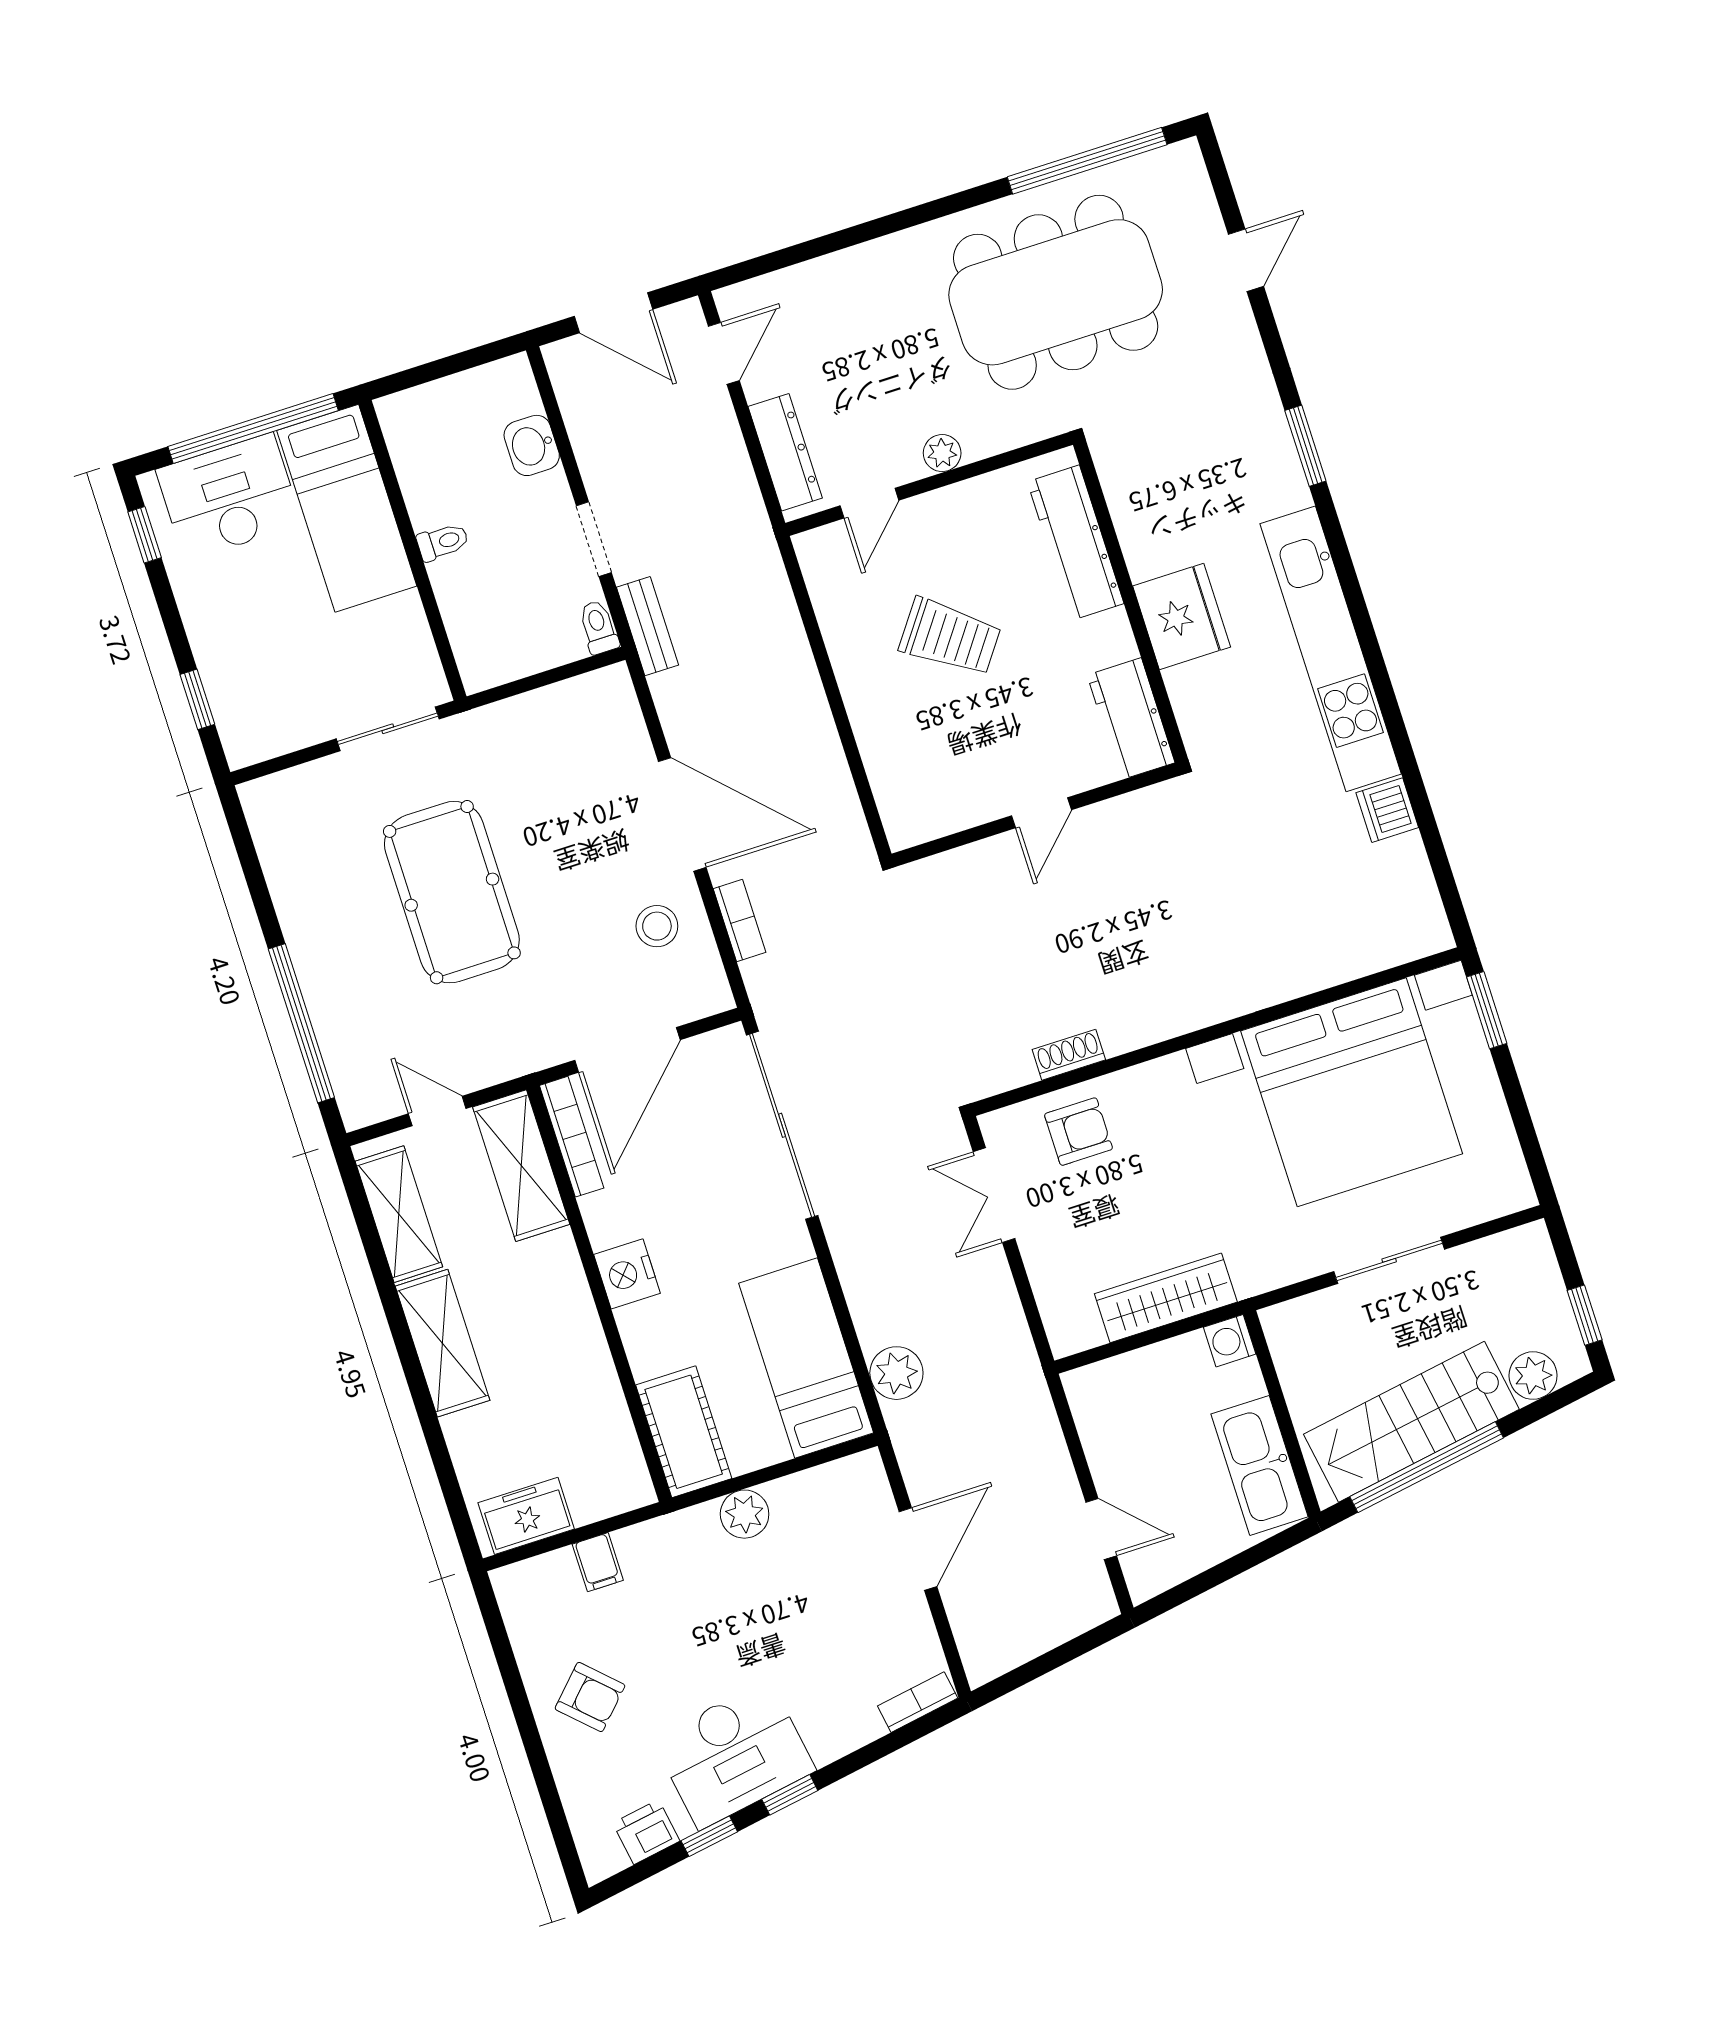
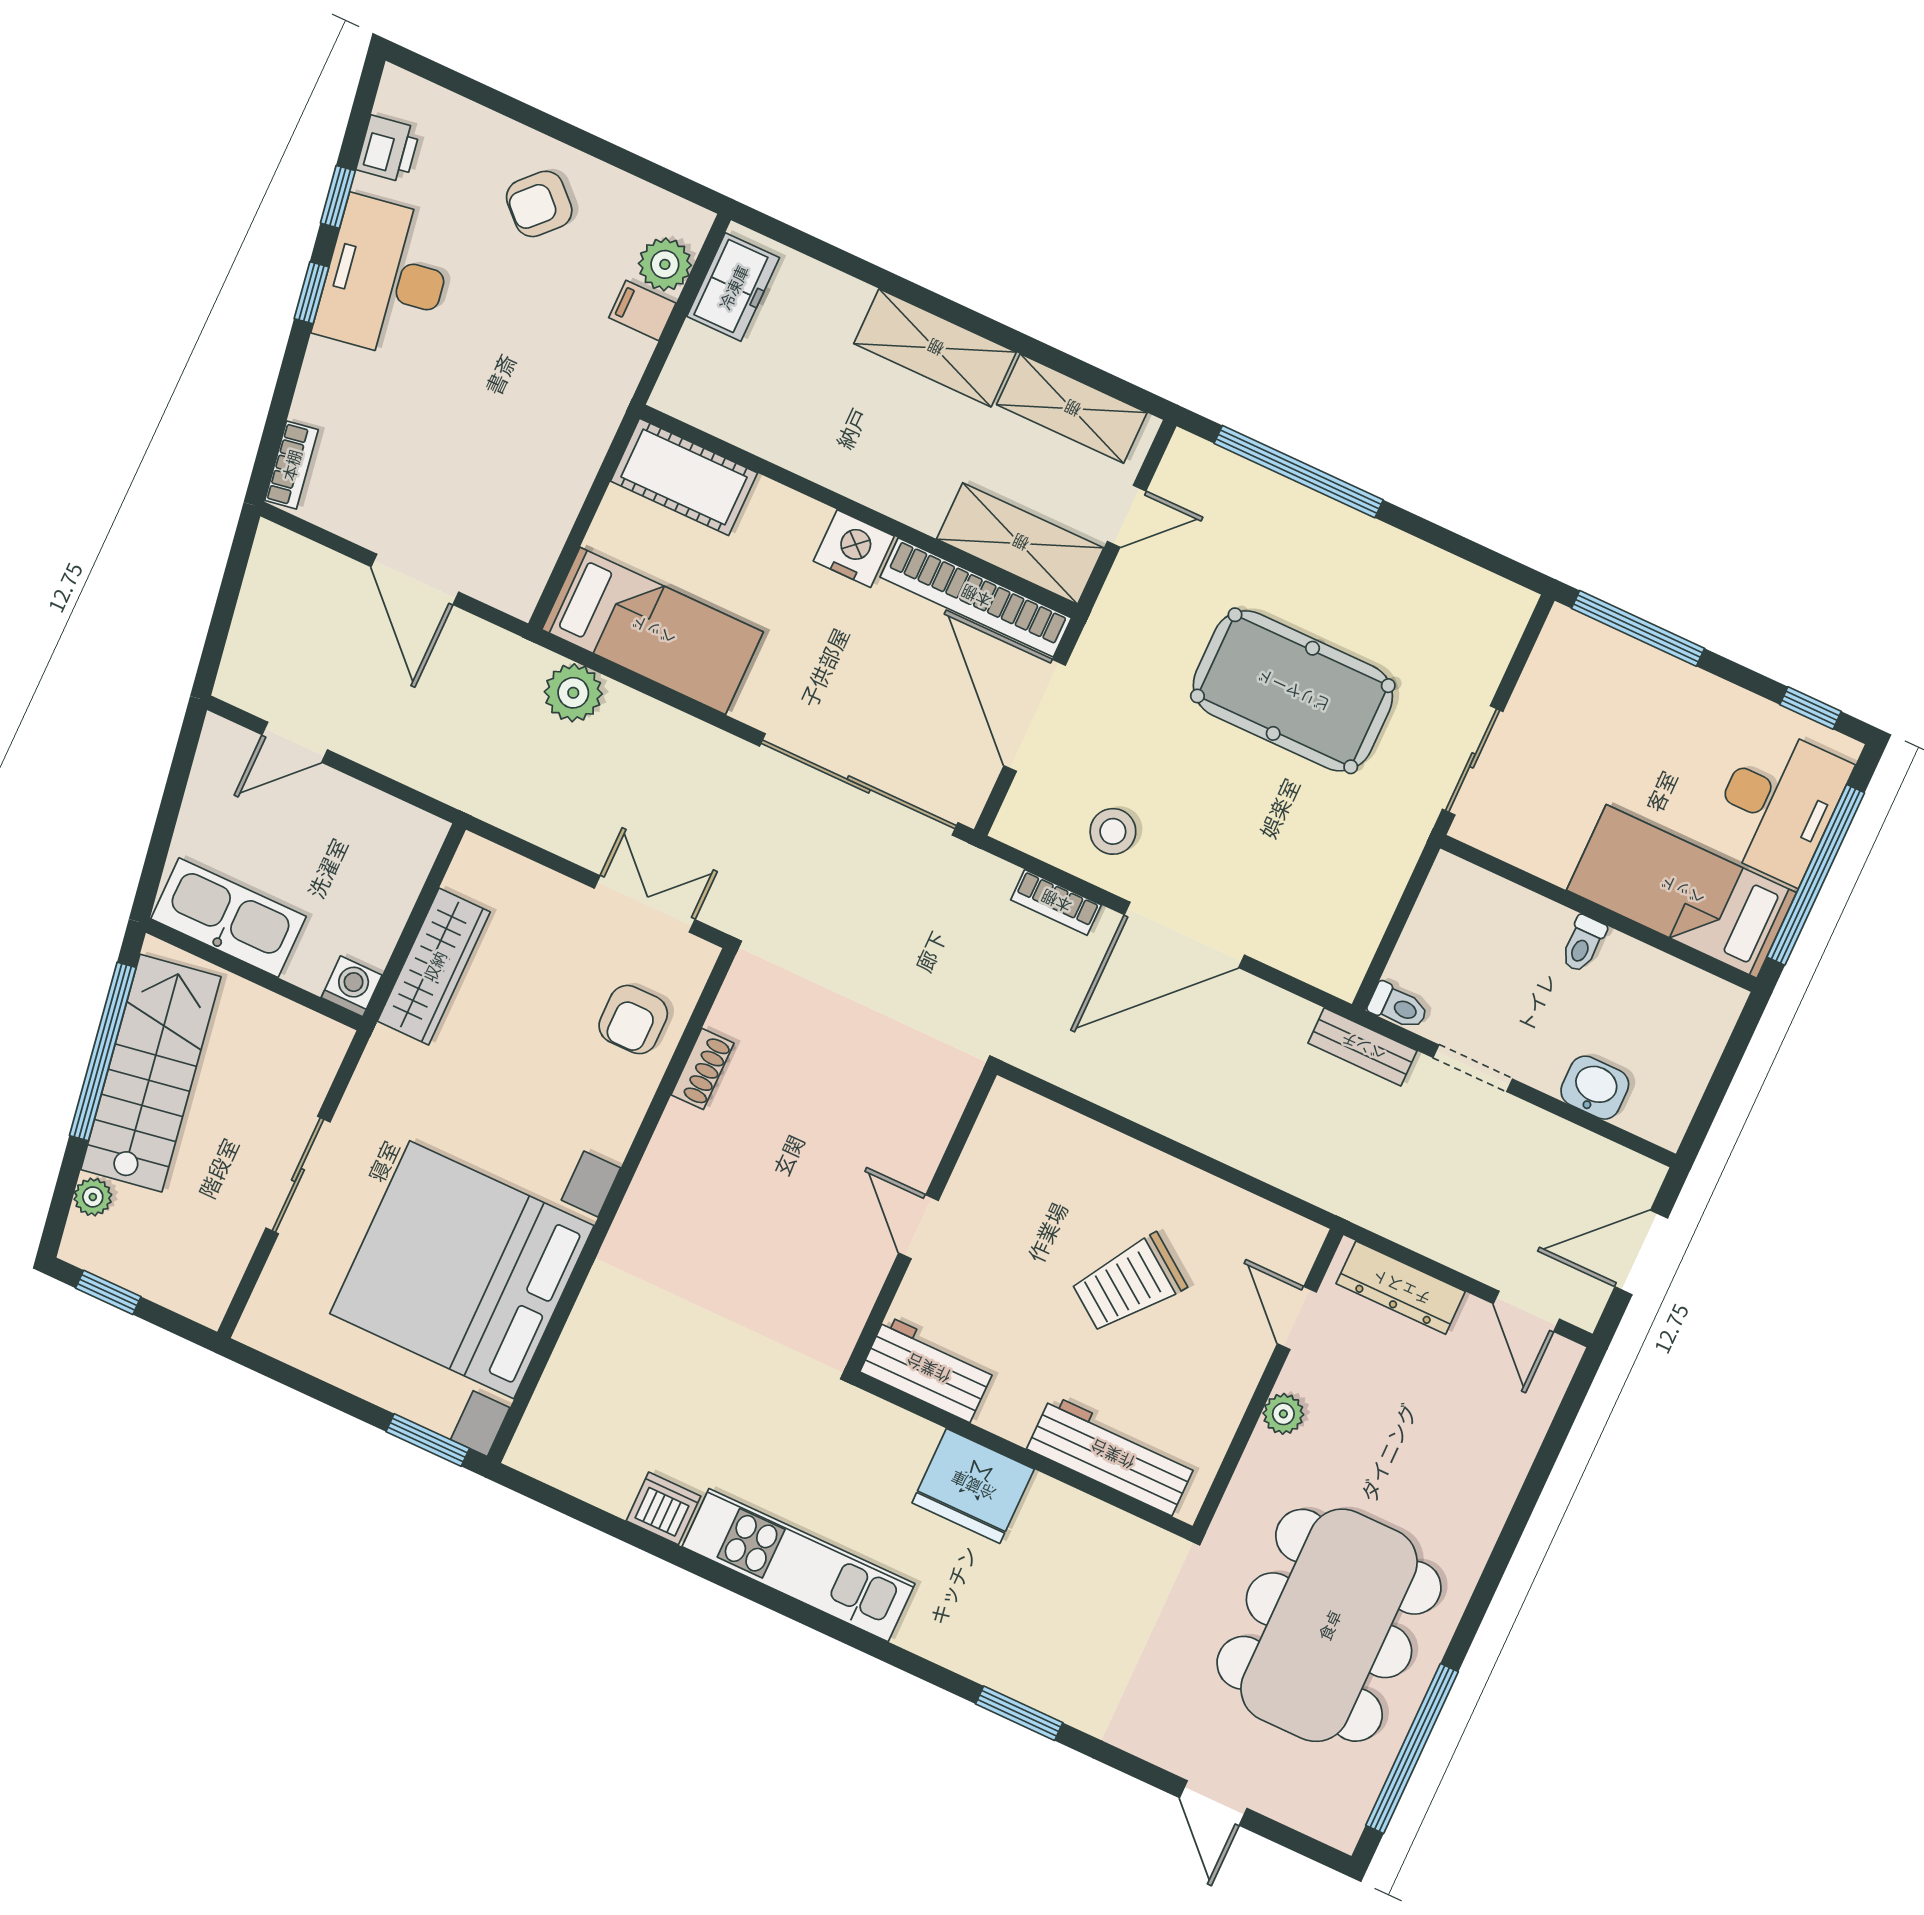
kitchen unit: (1331, 649) -> (799, 1565), width x0.73
window: (197, 699) -> (1638, 628), width x2.17
bookcase: (572, 1137) -> (976, 597), width x1.48, depth x1.31
plant: (1533, 1376) -> (93, 1197), width x0.73, depth x0.73
plant: (745, 1514) -> (665, 264), moved

